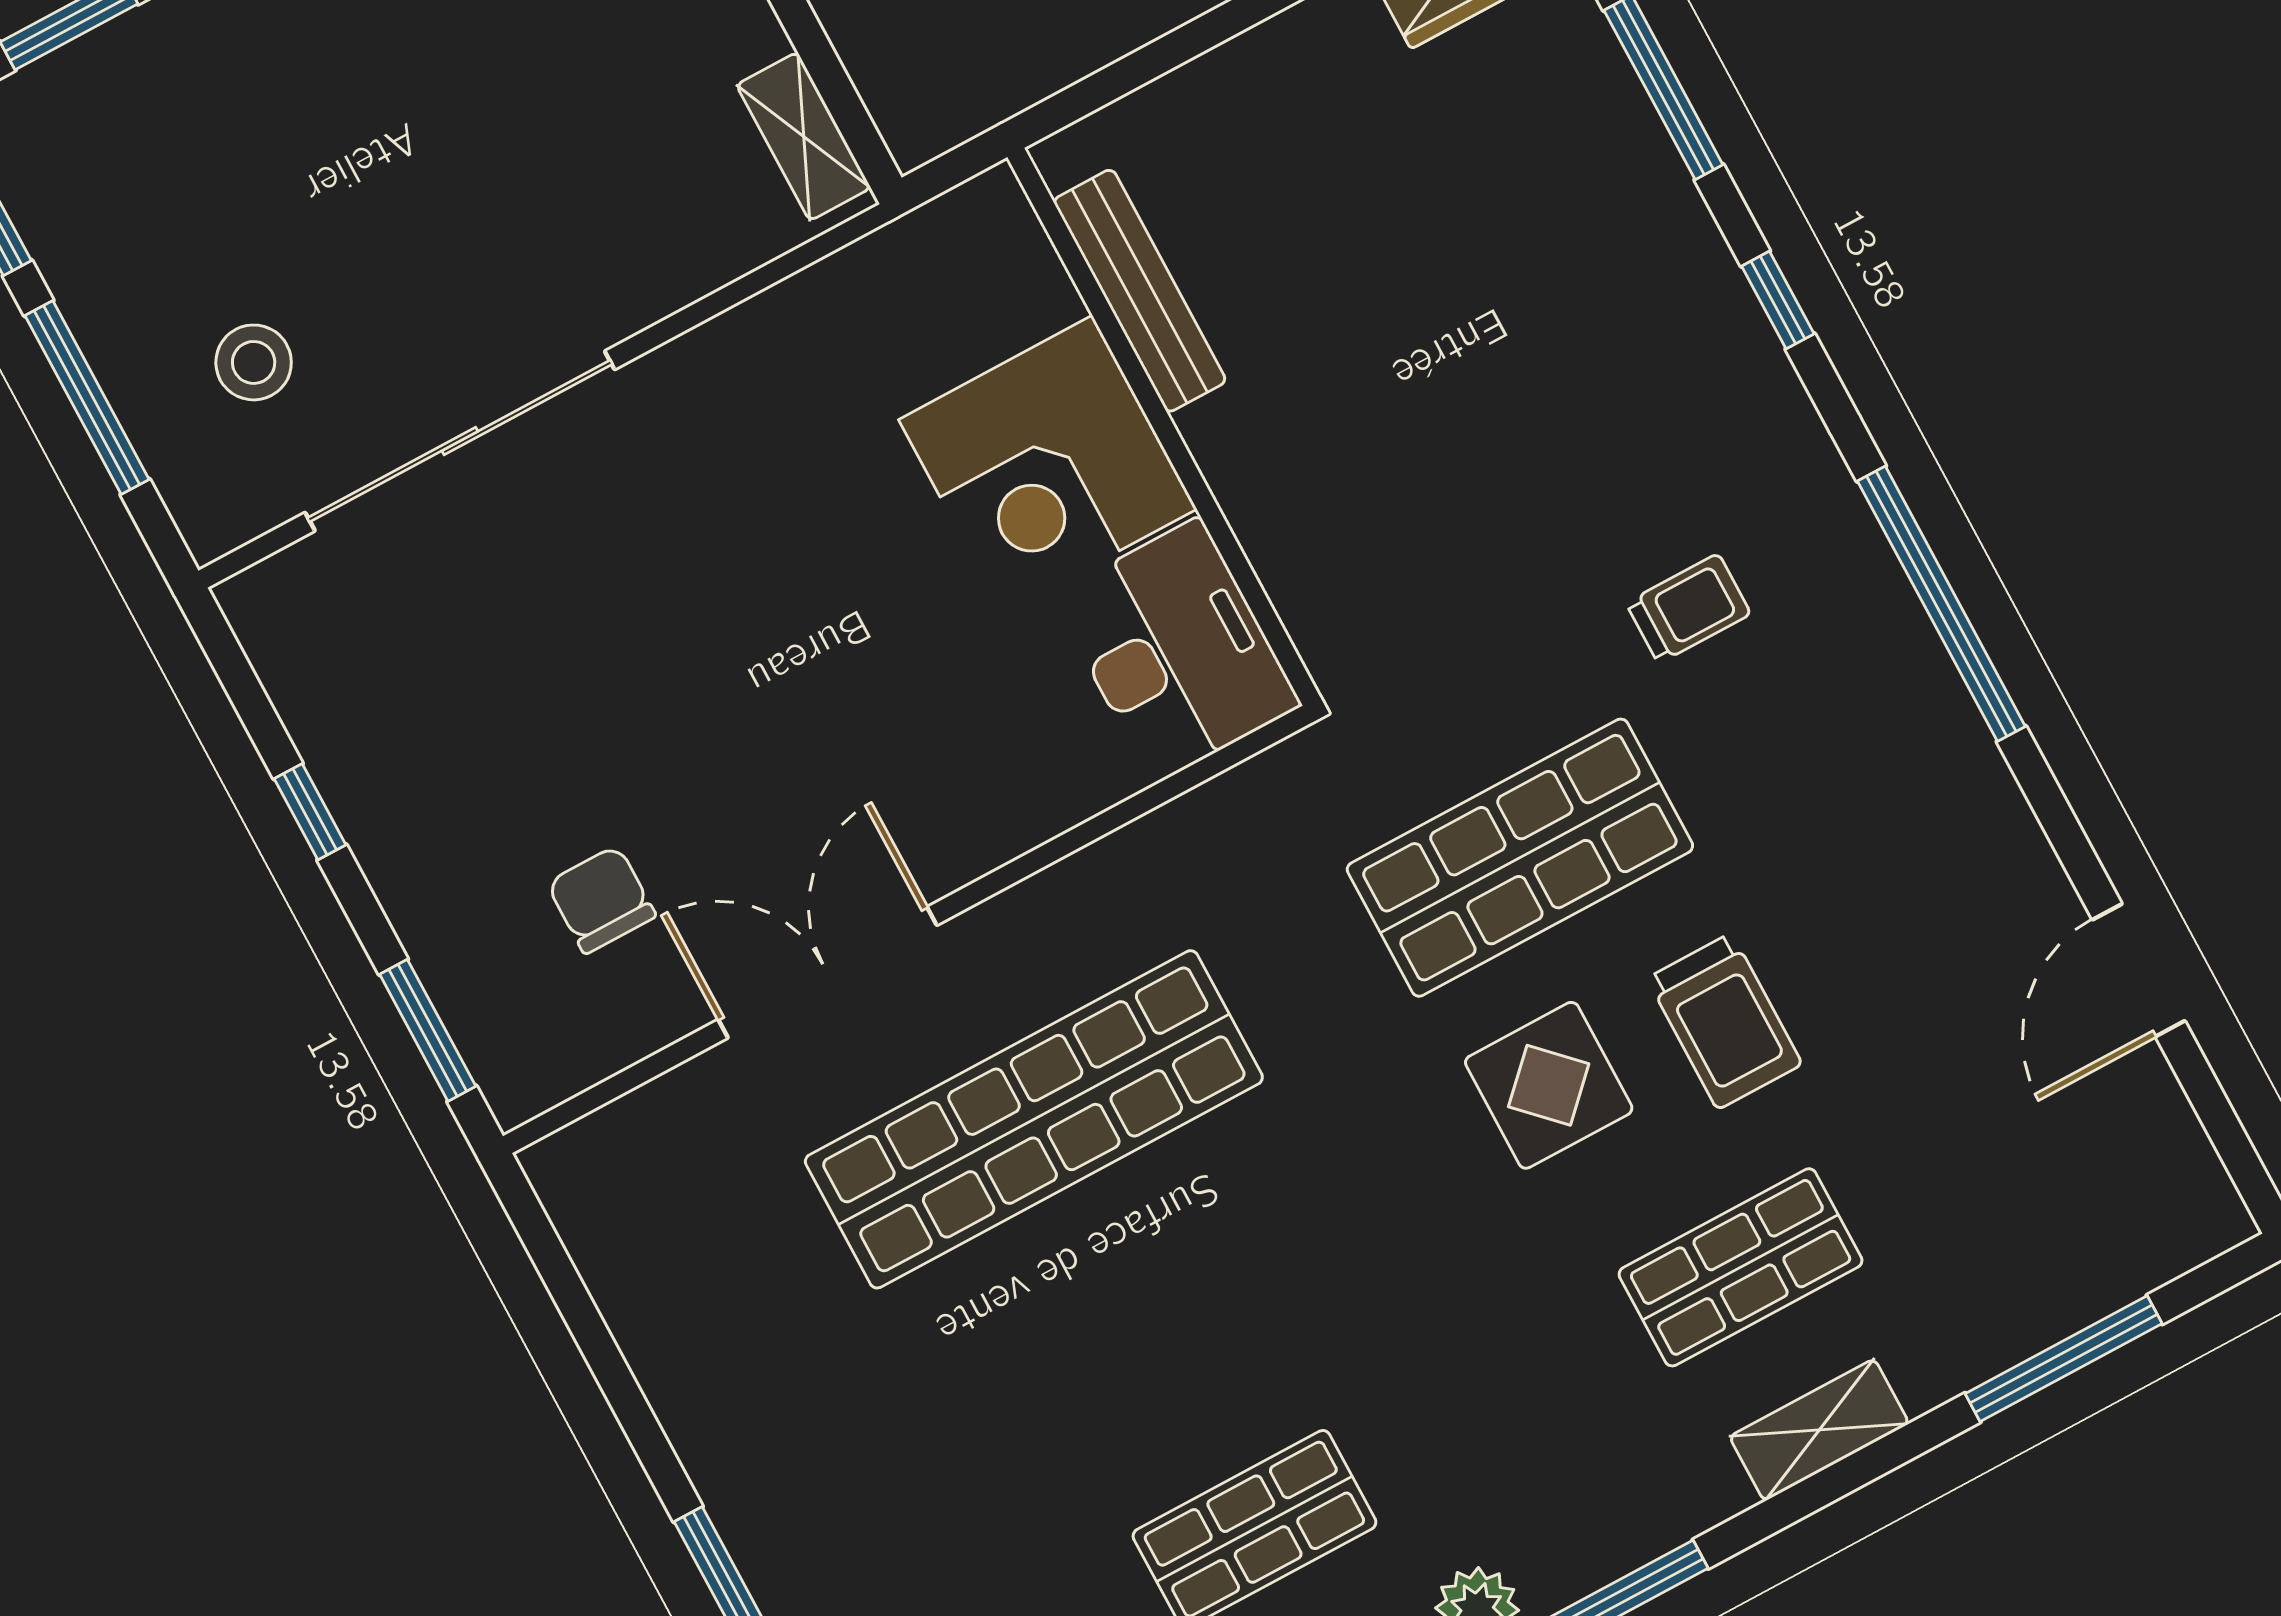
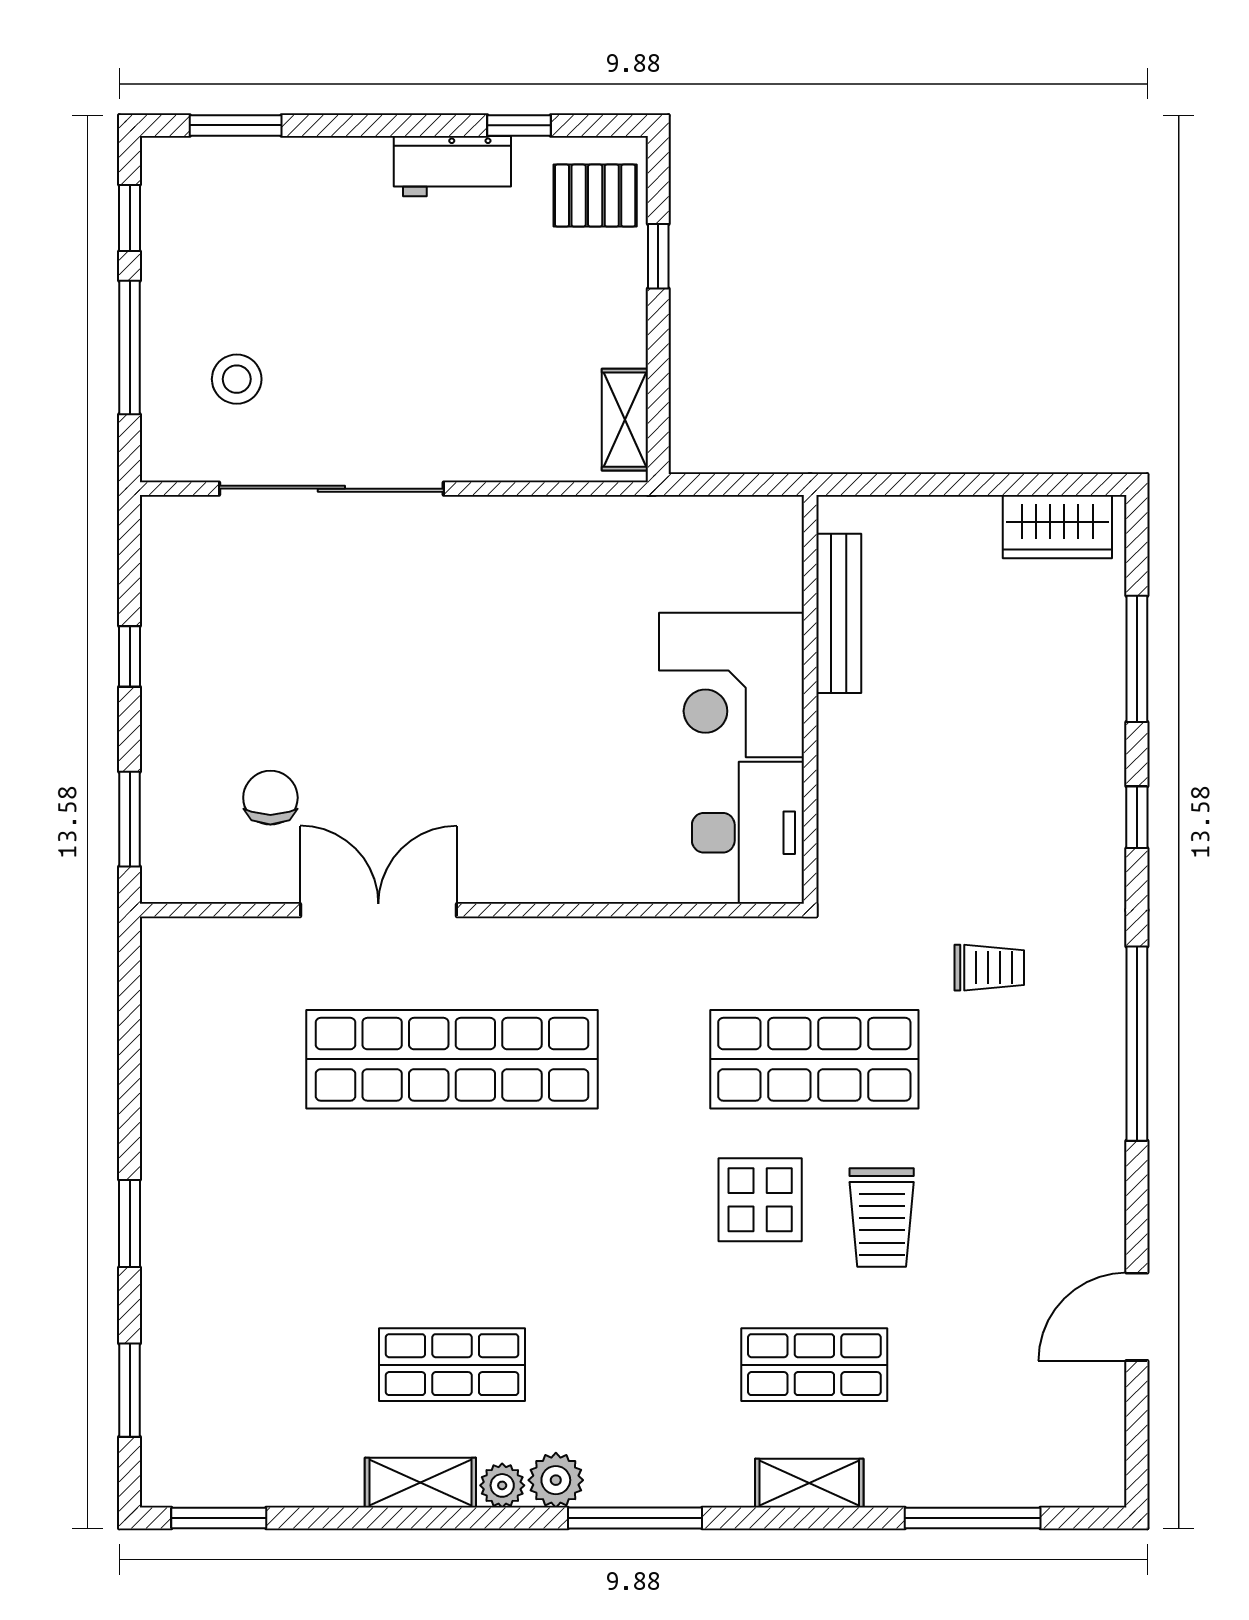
bench: (1140, 291) -> (839, 613), moved
wall: (1164, 427) -> (810, 699), moved
corner desk: (1048, 464) -> (732, 685), moved
desk: (1176, 651) -> (748, 833), moved

